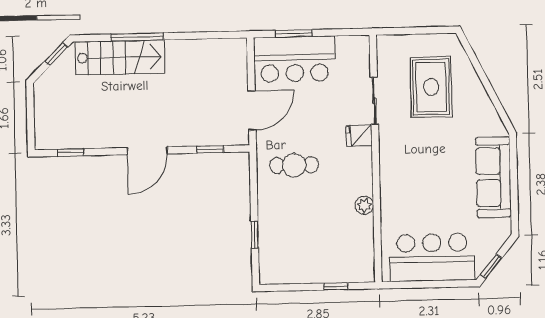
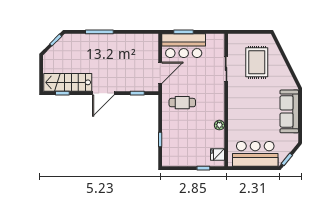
stairs: (120, 57) -> (68, 82), moved, turned 180
fridge: (359, 135) -> (217, 155), moved

